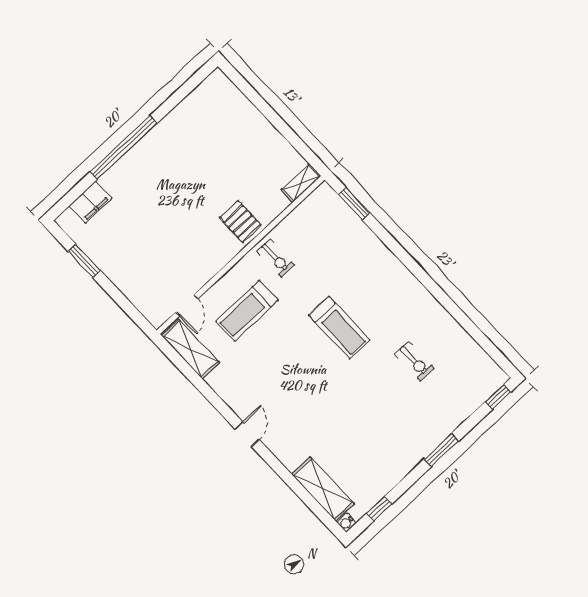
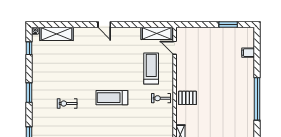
window: (124, 147) -> (257, 99), moved
filing cabinet: (90, 202) -> (248, 53), width x0.50
exercise bike: (415, 361) -> (67, 103), moved

